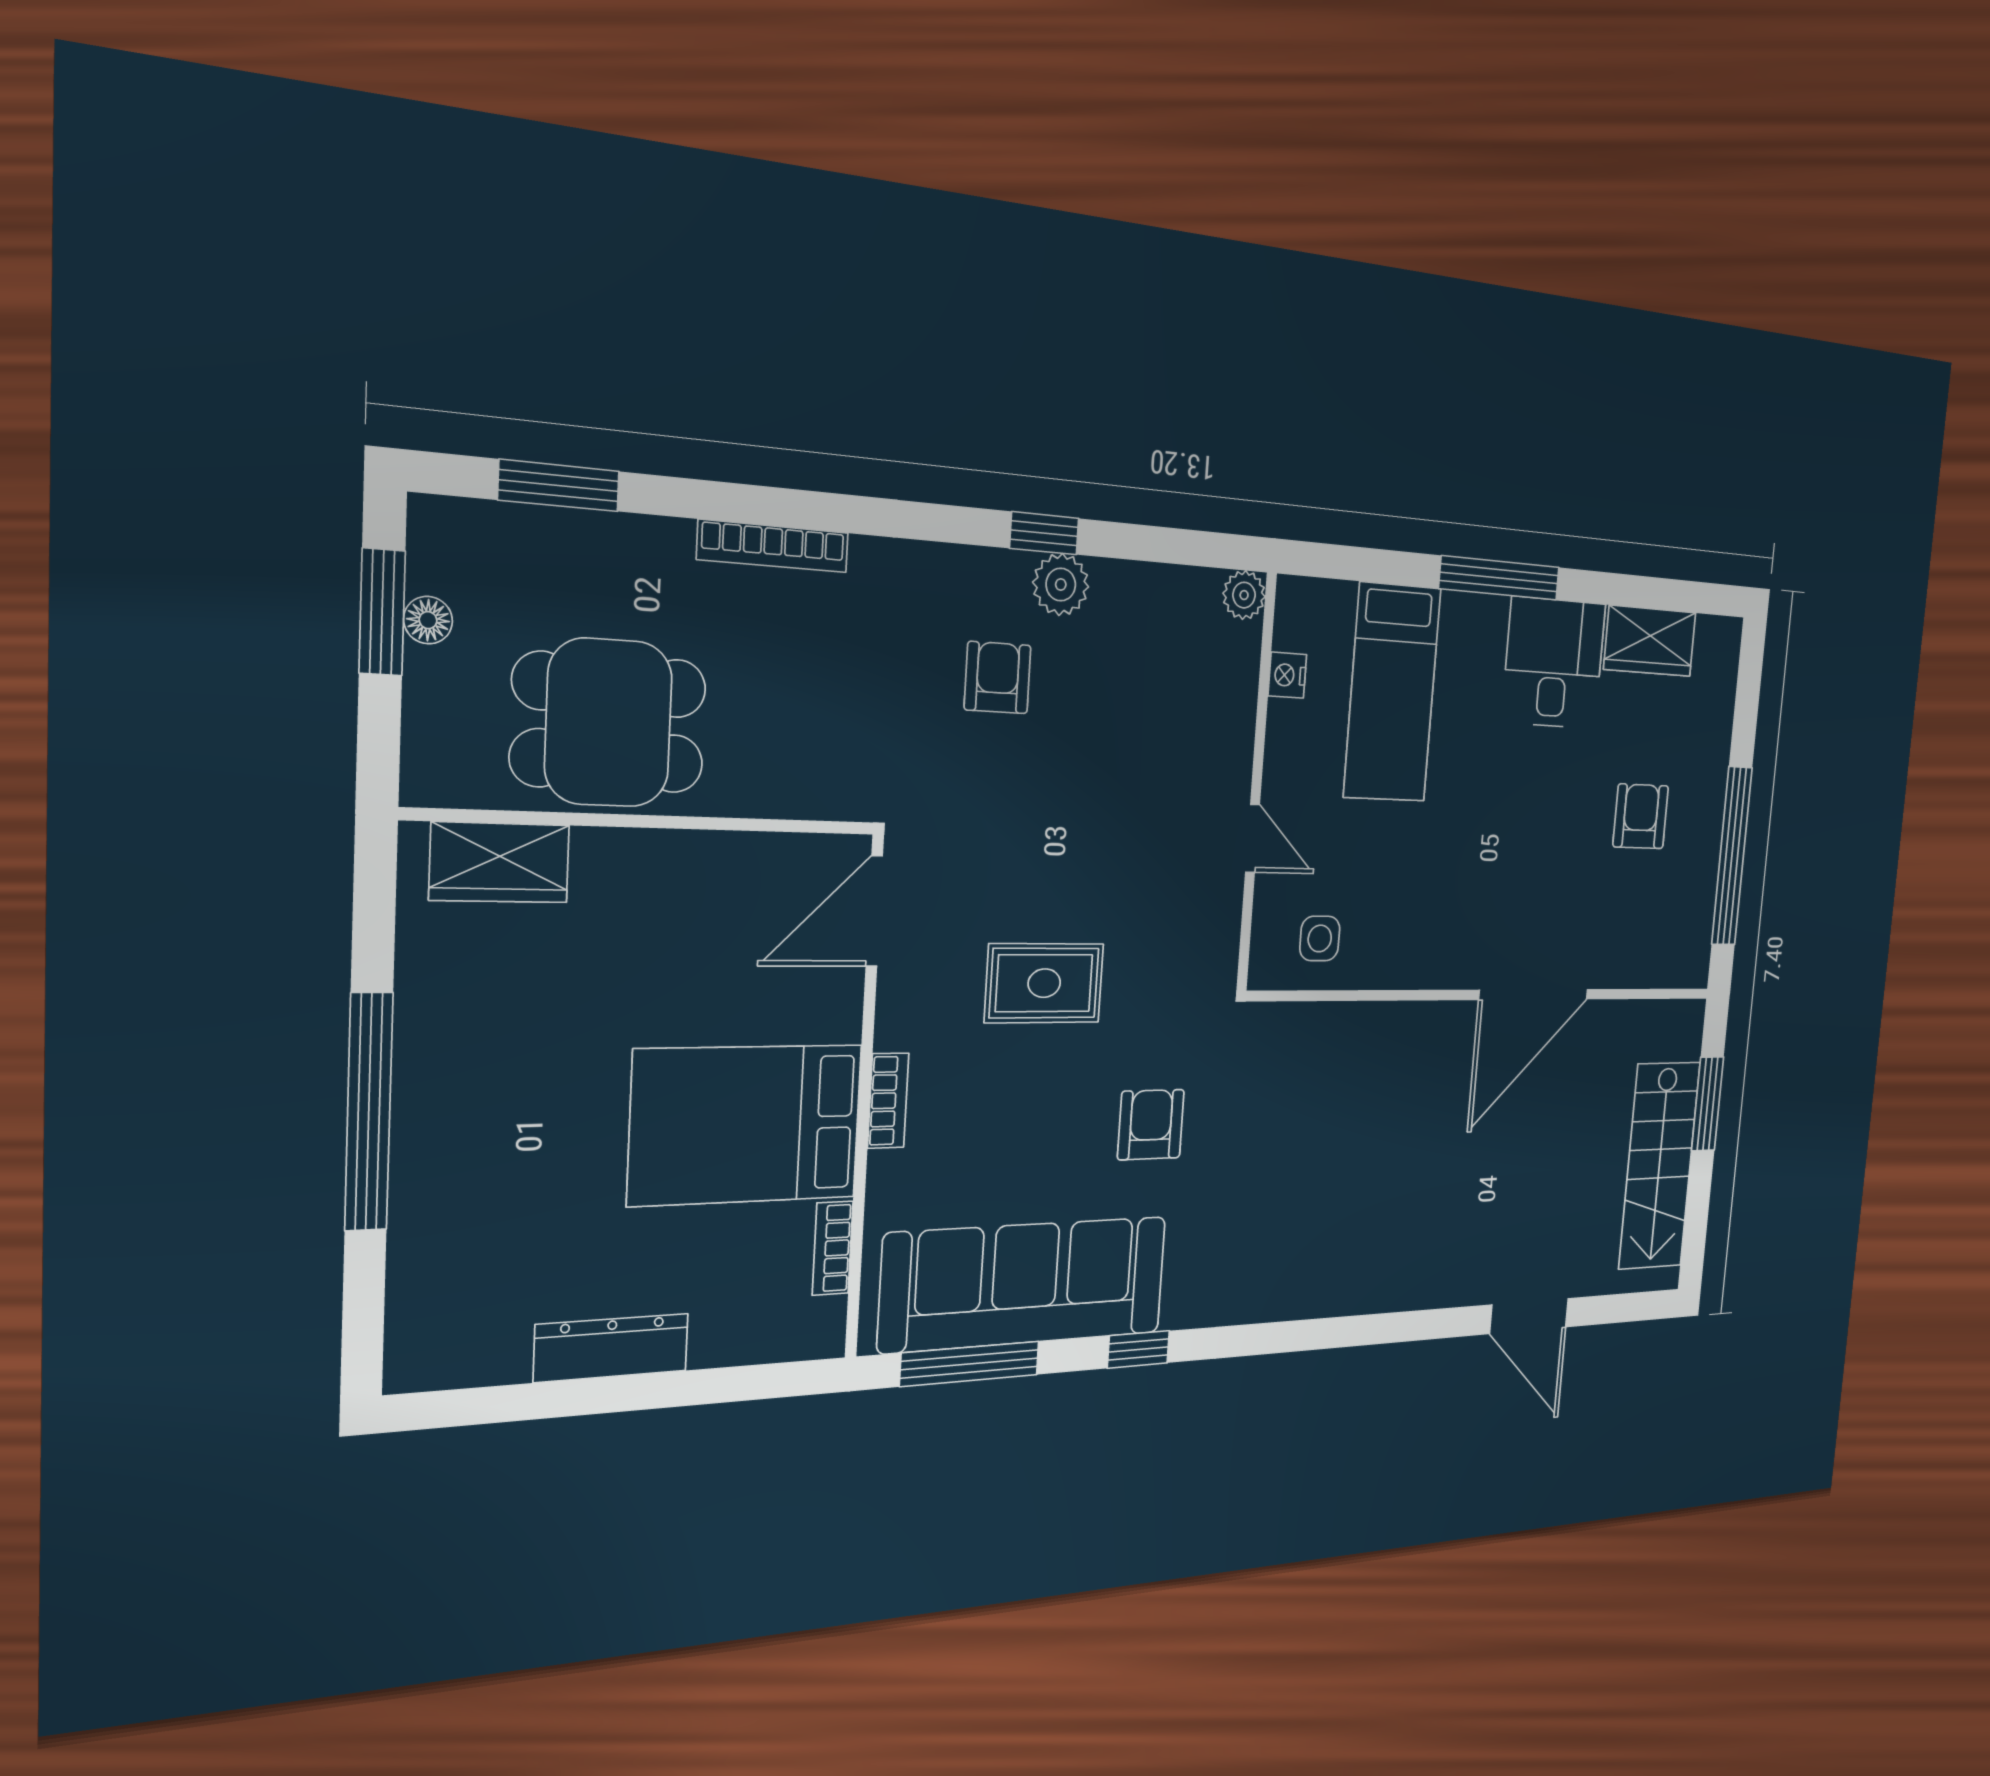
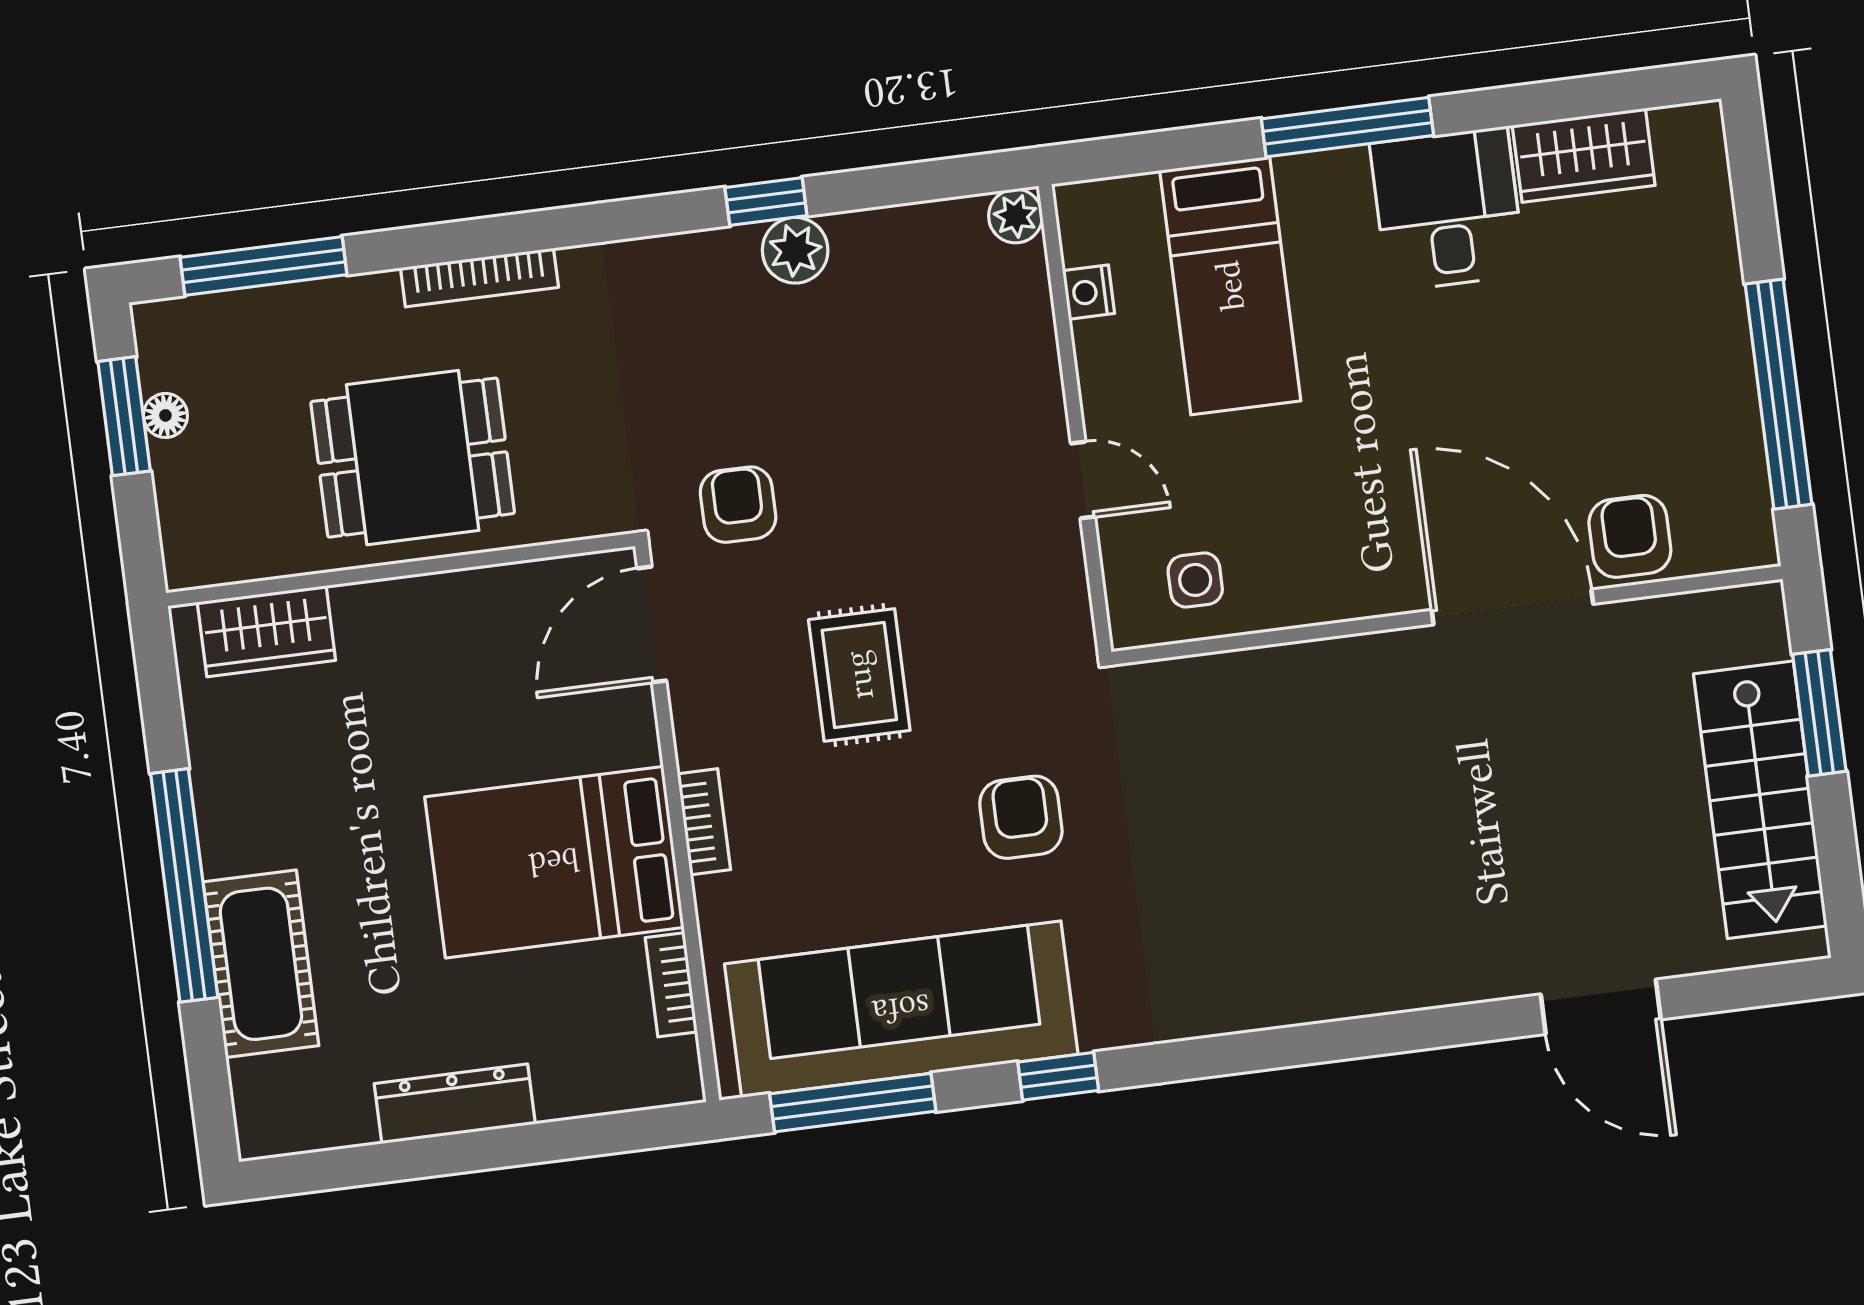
window: (559, 486) -> (263, 266), width x1.44
armchair: (998, 678) -> (738, 505), moved
dining table: (609, 723) -> (413, 458), moved
armchair: (1641, 816) -> (1630, 536), moved
rug: (1044, 983) -> (859, 675), turned 90
door: (1534, 995) -> (1512, 607), swing flipped
cot: (438, 1198) -> (261, 964), added

